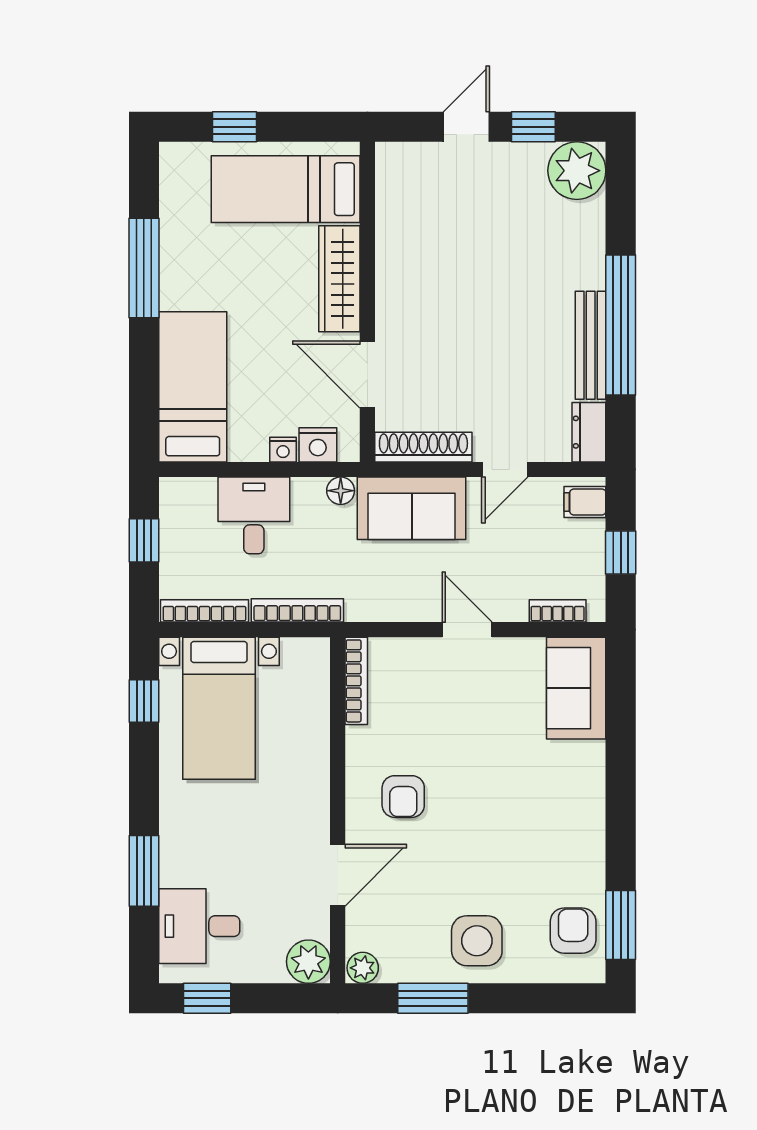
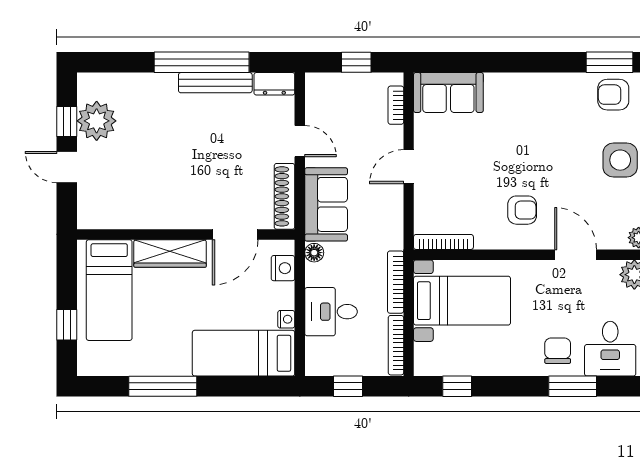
plant: (577, 171) -> (97, 121), moved
nightstand: (283, 450) -> (286, 319), moved
filing cabinet: (585, 502) -> (322, 87), removed
bed with nightstands: (219, 708) -> (462, 301), moved
chair: (196, 849) -> (558, 351), added

